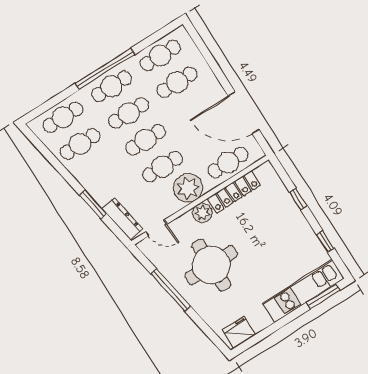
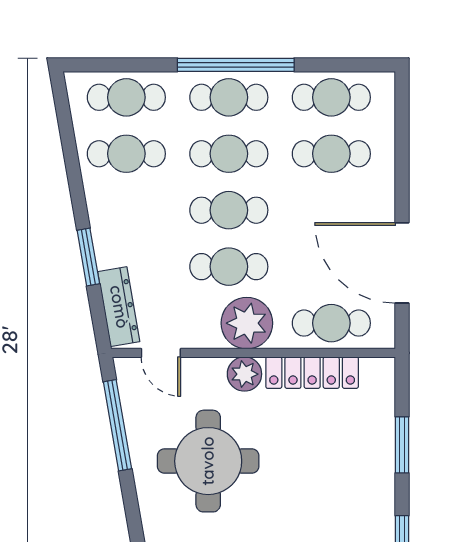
window: (298, 199) -> (402, 445), width x1.50
window: (171, 290) -> (117, 425), moved

